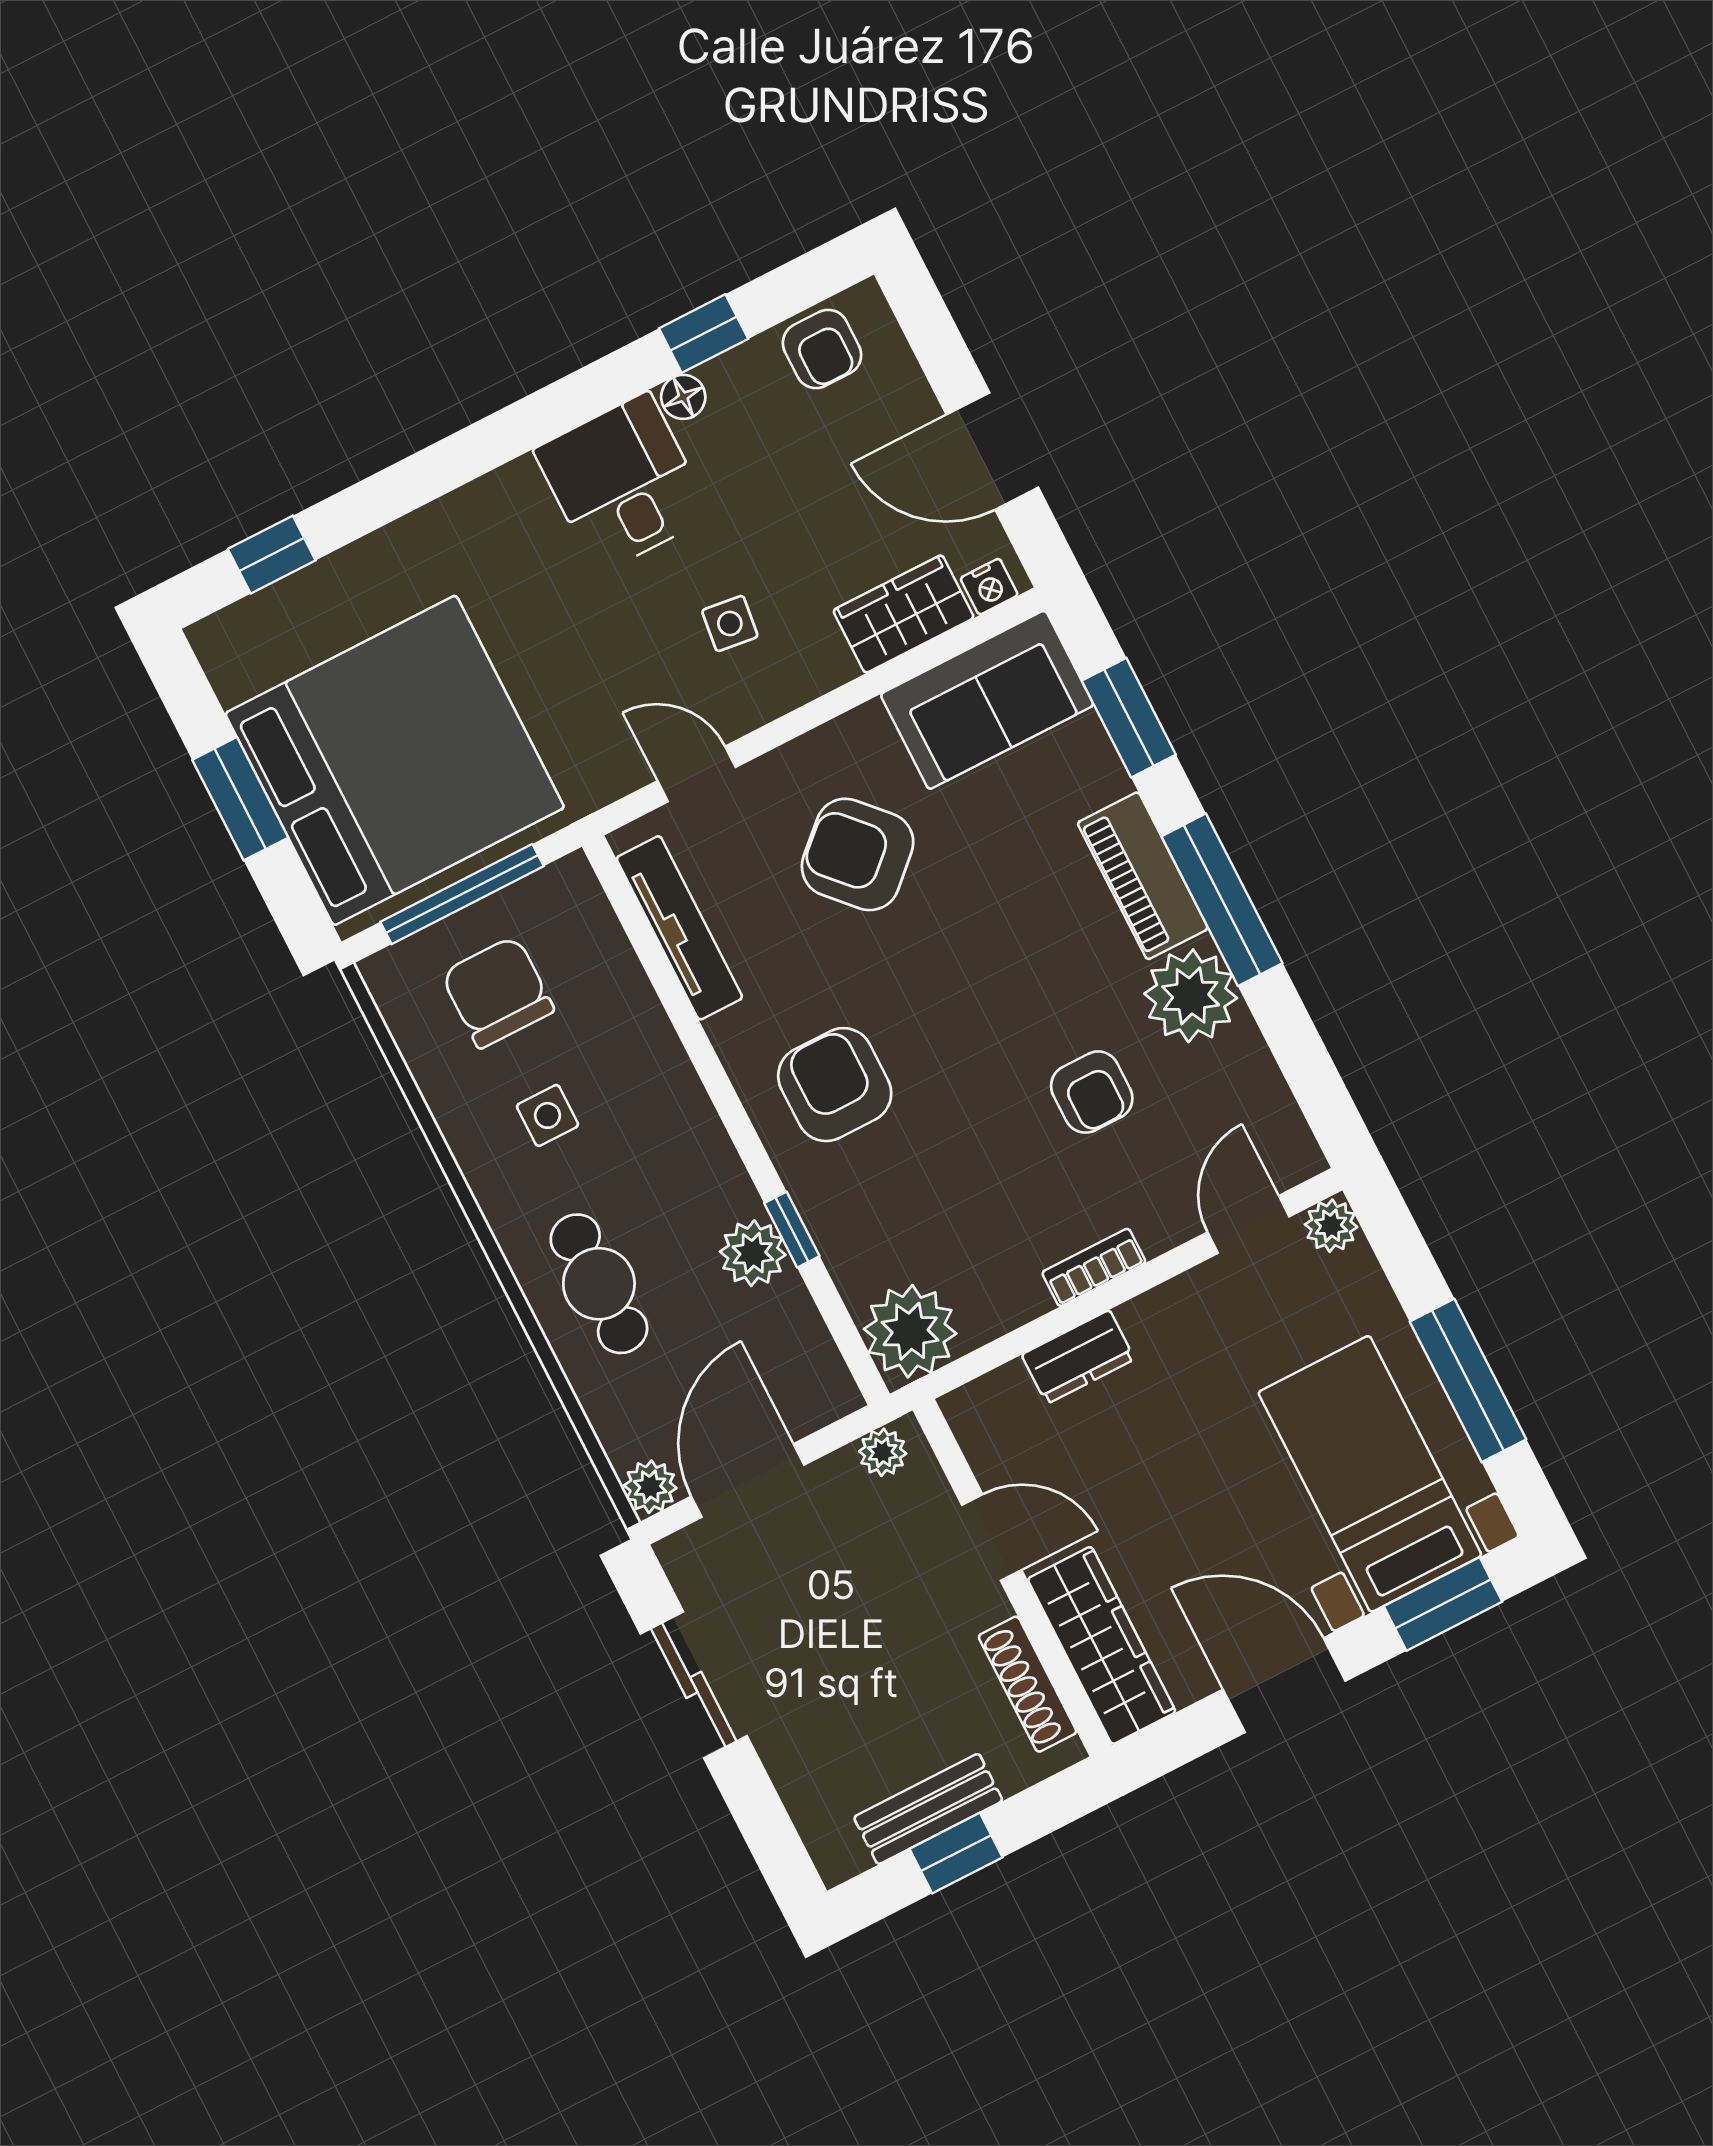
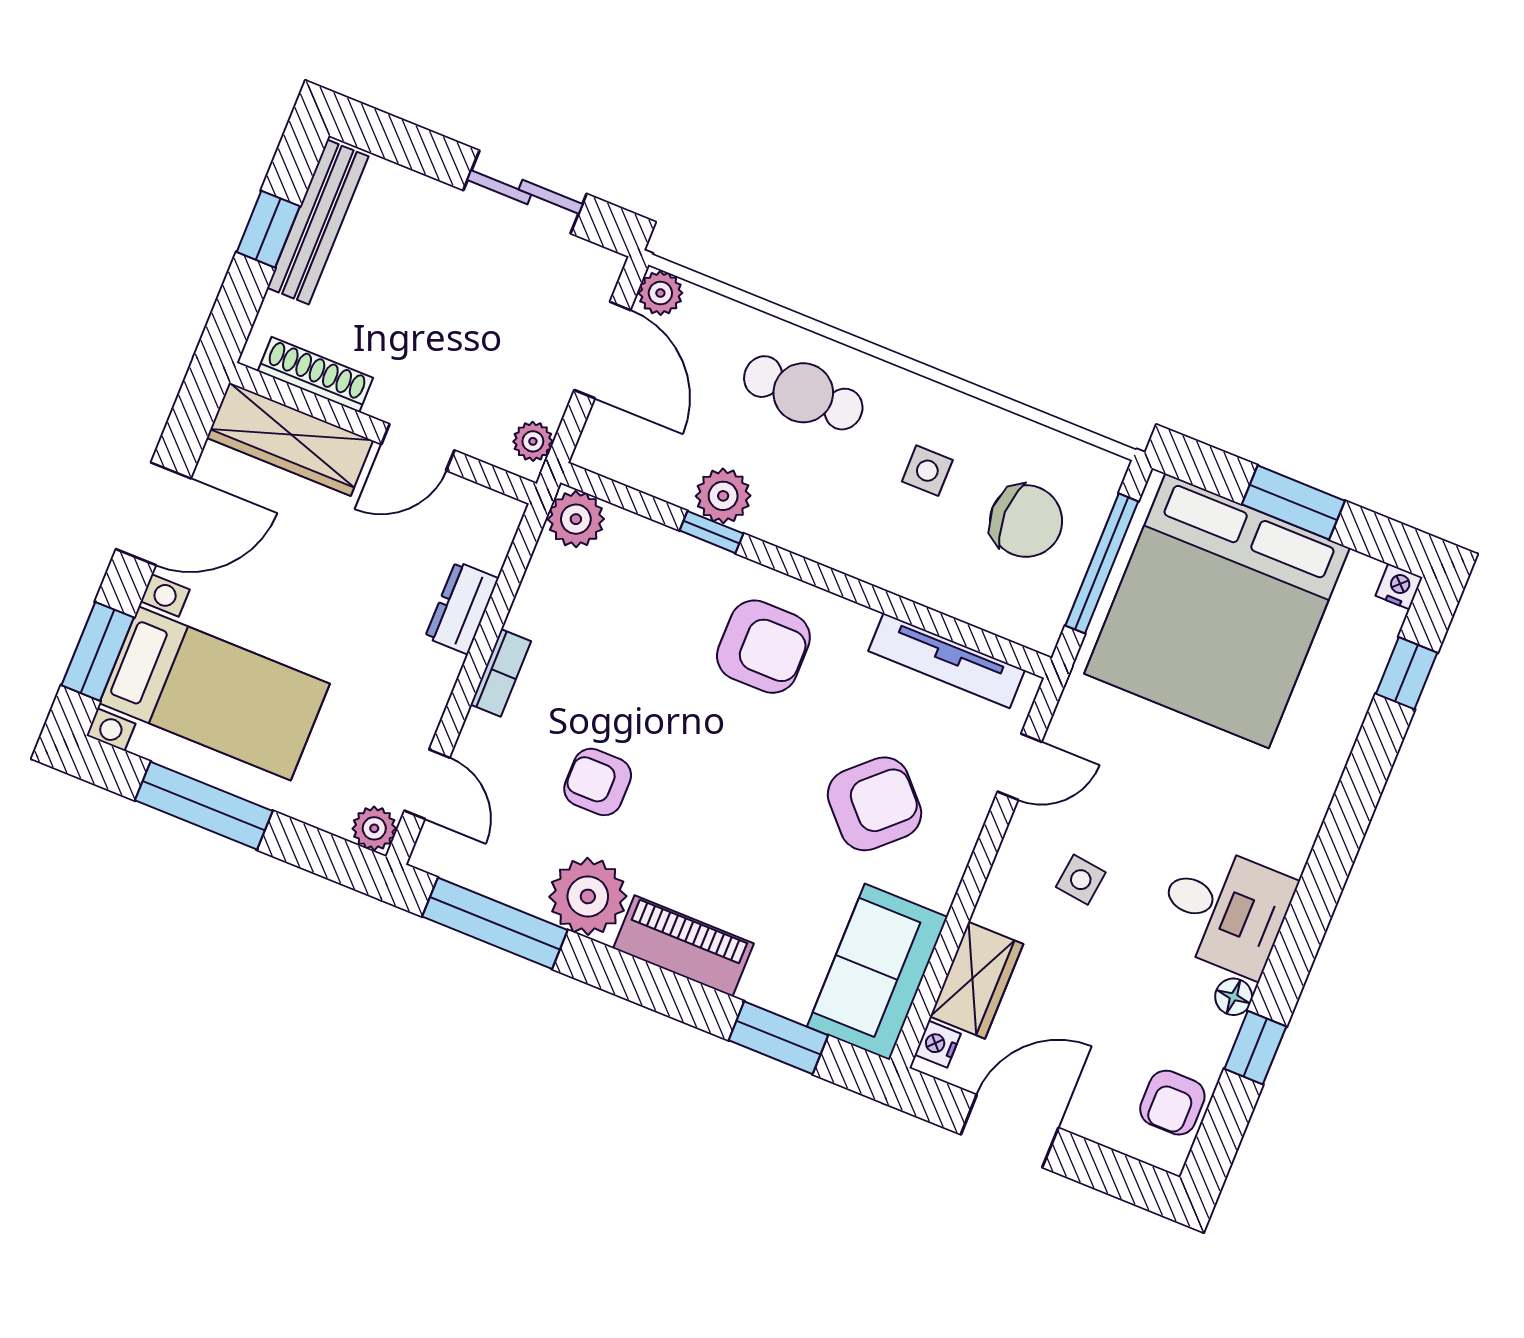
armchair: (822, 349) -> (1172, 1103), turned -90
nightstand: (210, 639) -> (1399, 587), added
window: (1222, 900) -> (495, 923), moved
plant: (910, 1331) -> (576, 519), width x0.73, depth x0.73
bench: (928, 1809) -> (318, 222), width x1.36

